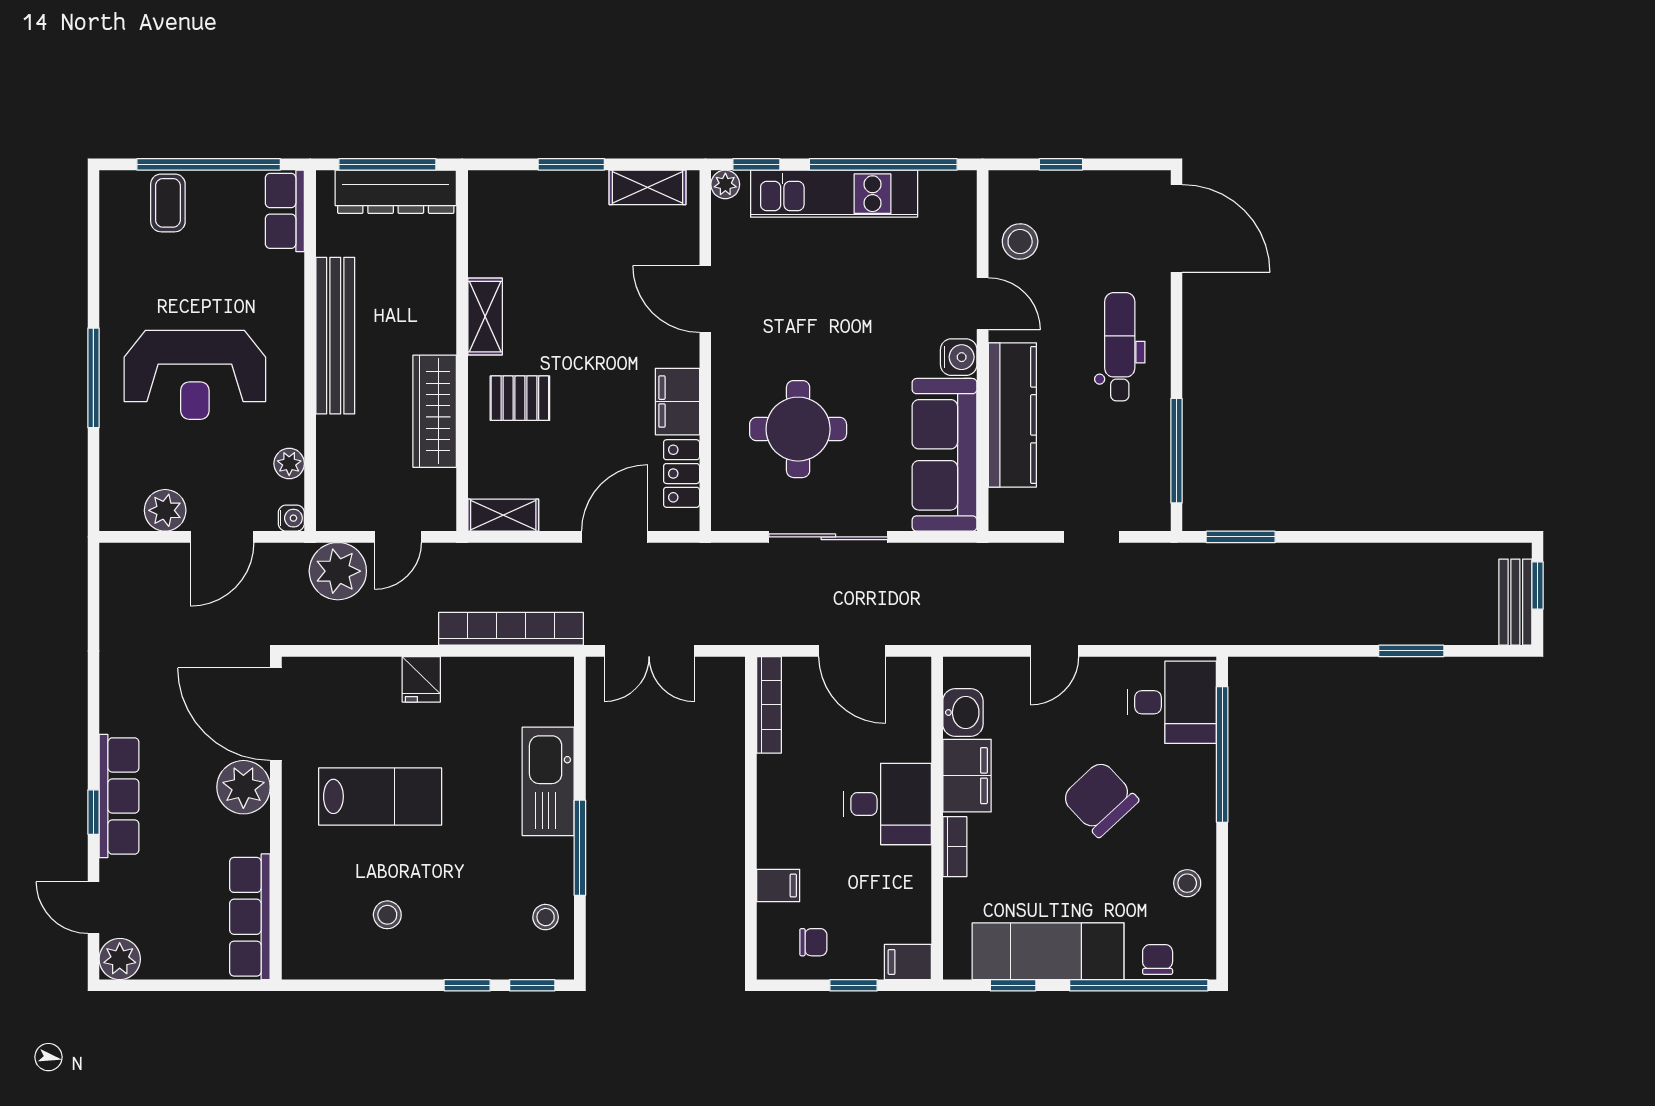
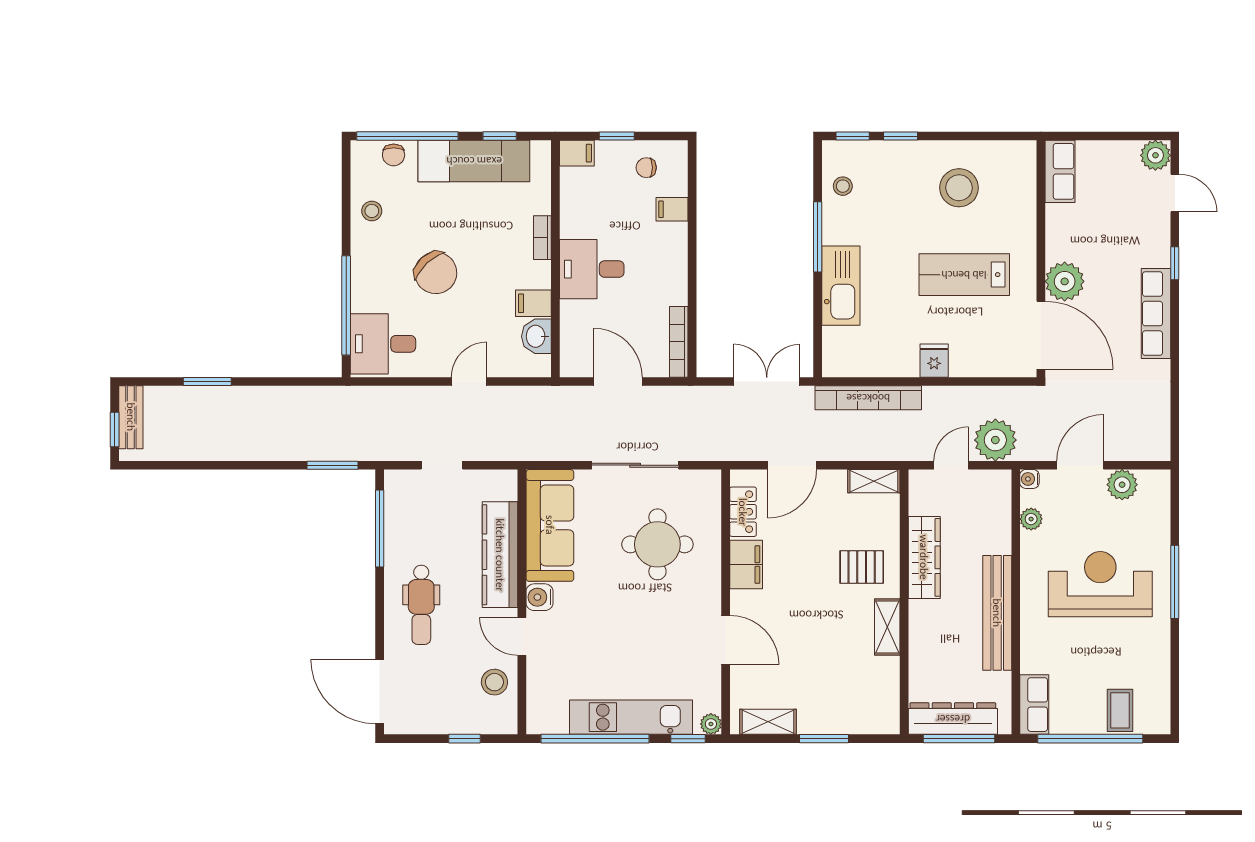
filing cabinet: (967, 776) -> (533, 303), width x0.50
row of seats: (119, 796) -> (1156, 314), moved
stool: (387, 915) -> (959, 188), width x1.89, depth x1.89
row of seats: (250, 917) -> (1060, 171), width x0.68

